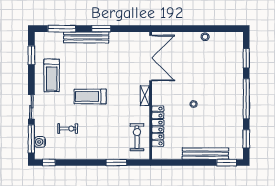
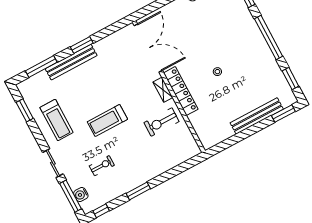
locker: (158, 126) -> (181, 91), moved
exercise bike: (137, 137) -> (162, 122), moved, turned -90
window: (116, 163) -> (138, 191), moved

